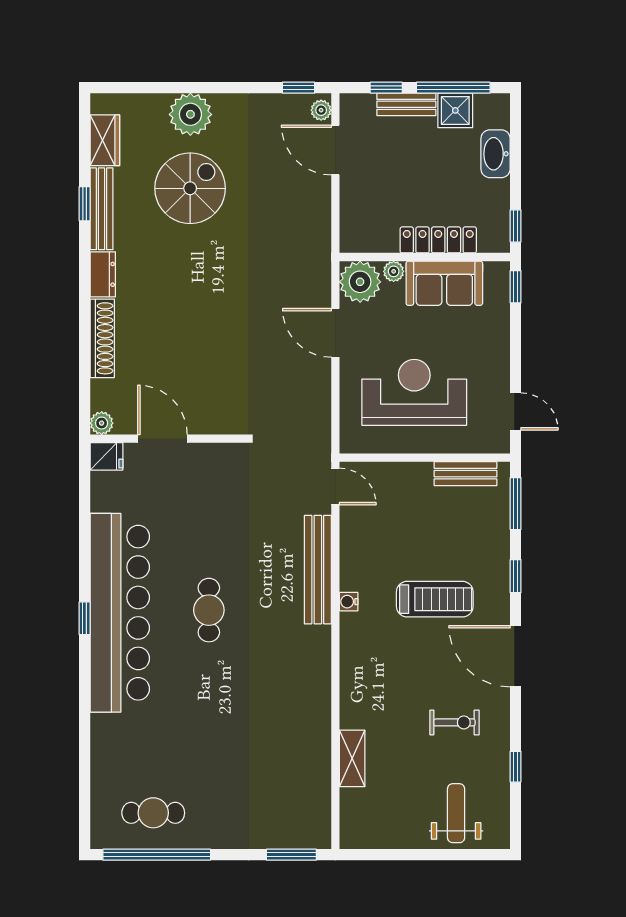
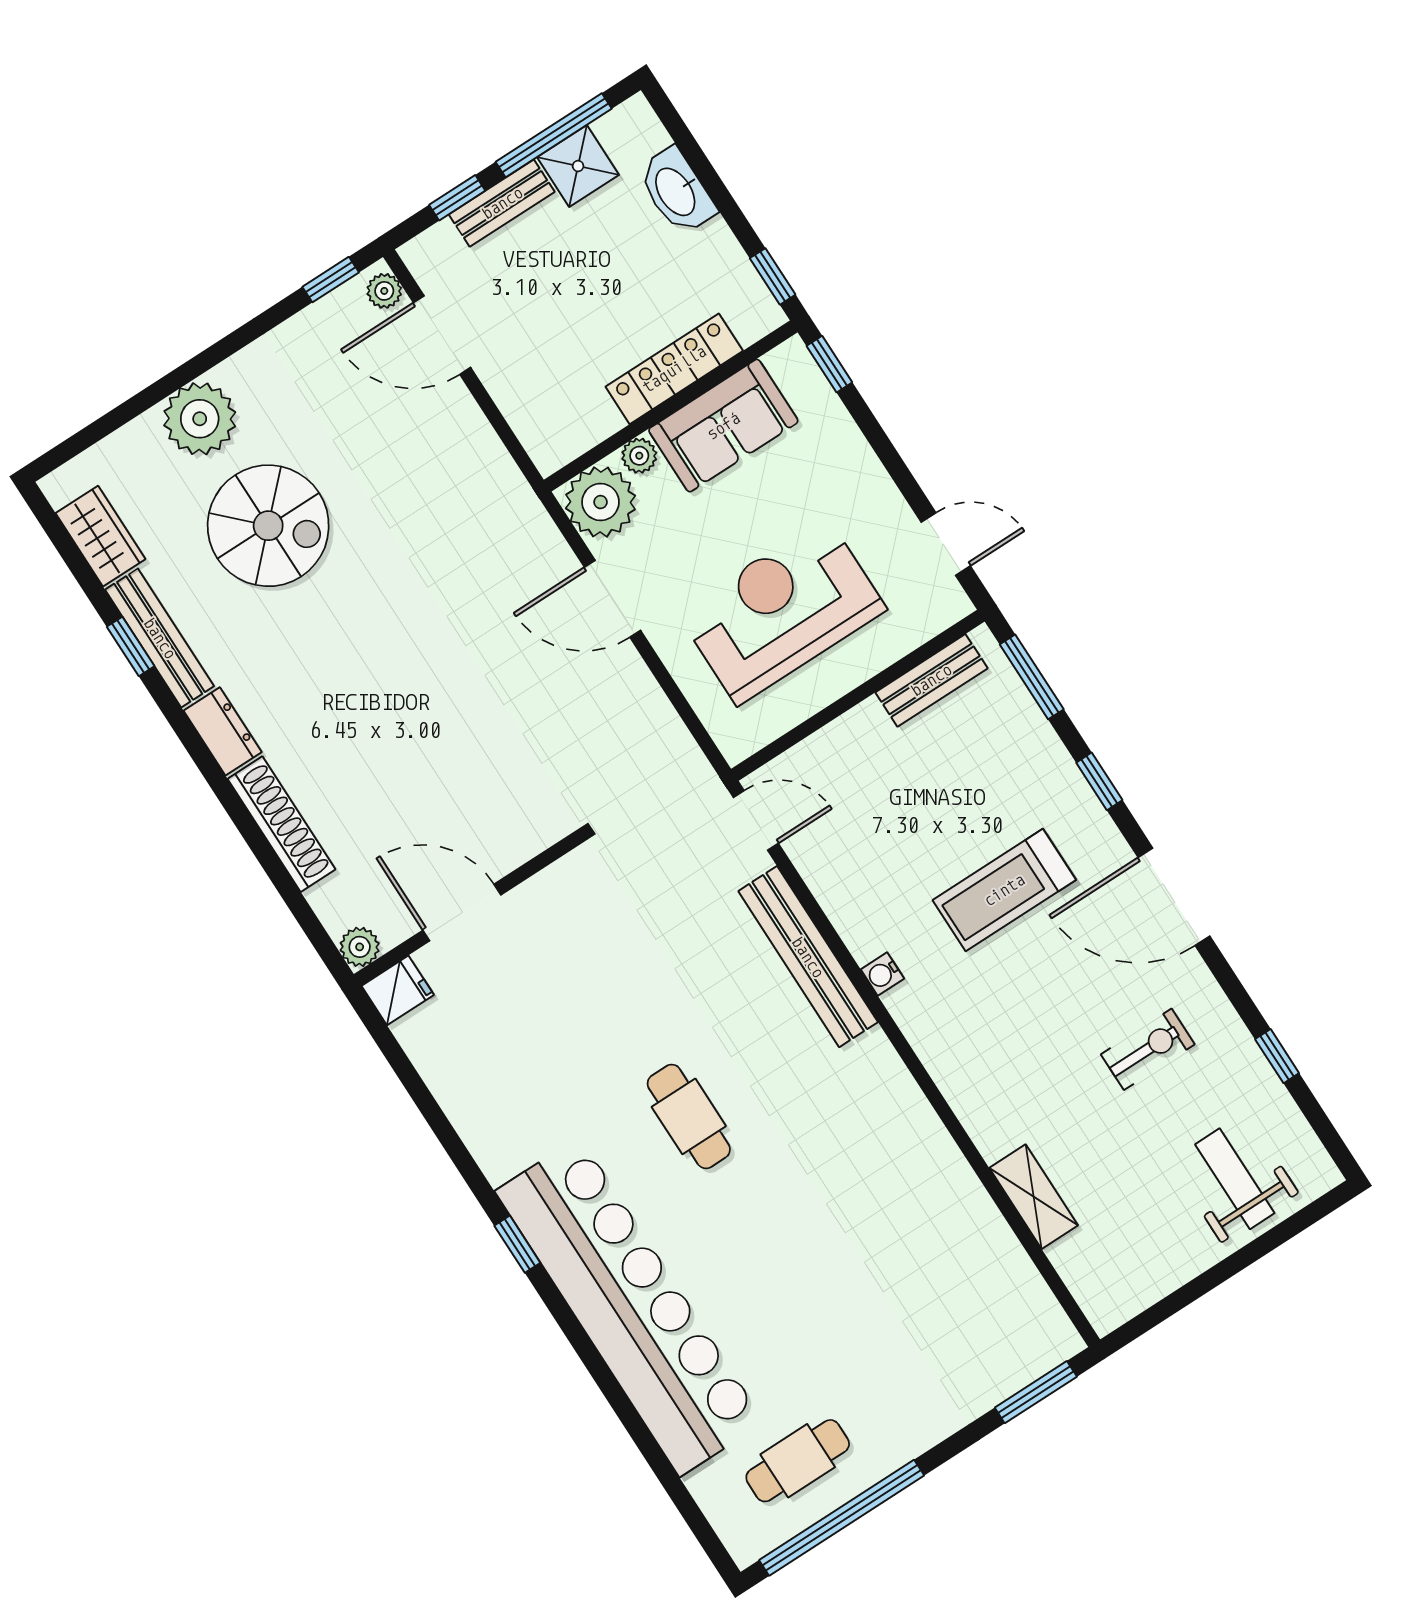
spiral stairs: (190, 188) -> (268, 526), turned 90
treadmill: (435, 599) -> (1004, 890), turned 180
bar counter: (120, 613) -> (630, 1307), moved

